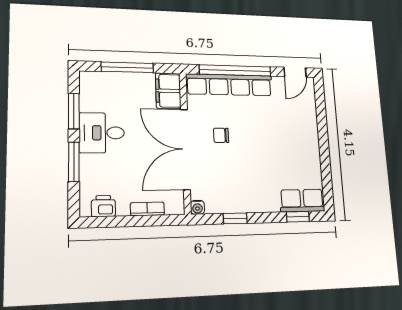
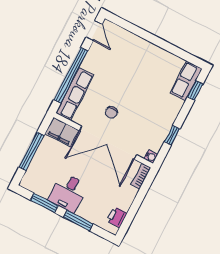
row of seats: (229, 85) -> (75, 94), width x0.73
bookcase: (147, 209) -> (141, 176), moved

